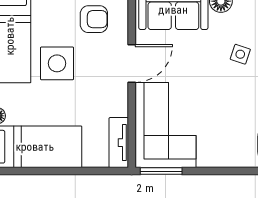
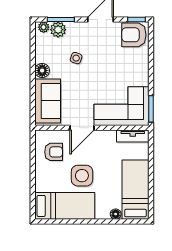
armchair: (94, 19) -> (54, 152), turned 90
door: (132, 63) -> (82, 128), swing flipped

